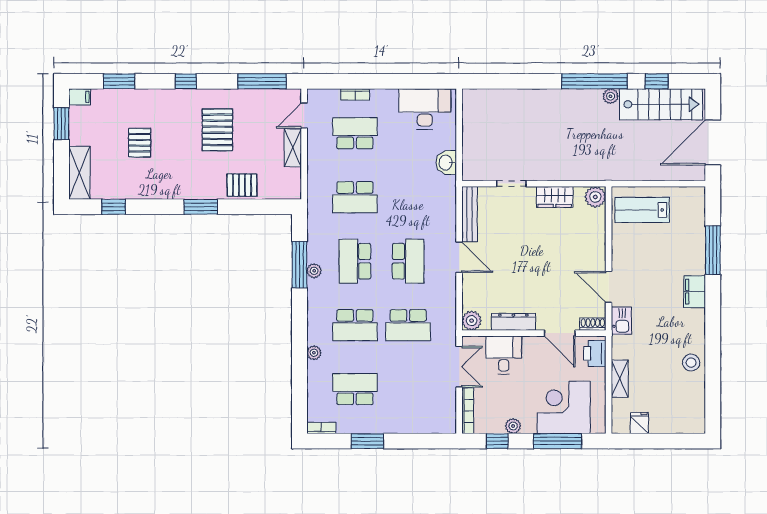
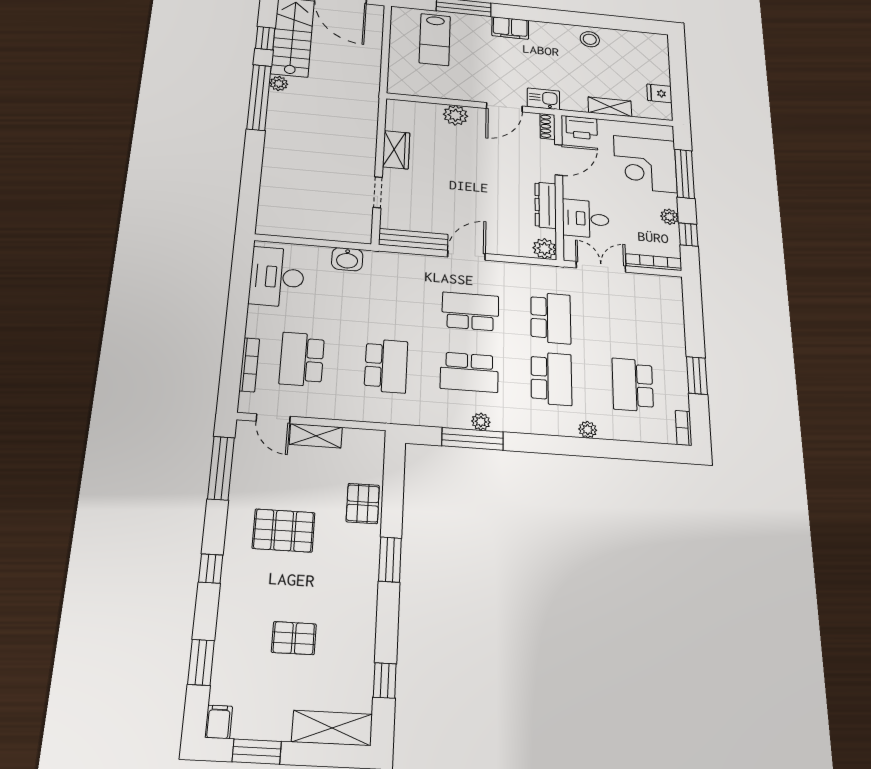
bookcase: (355, 94) -> (249, 365), width x1.56
plant: (595, 197) -> (455, 115), moved
lab bench: (642, 210) -> (435, 39), moved

